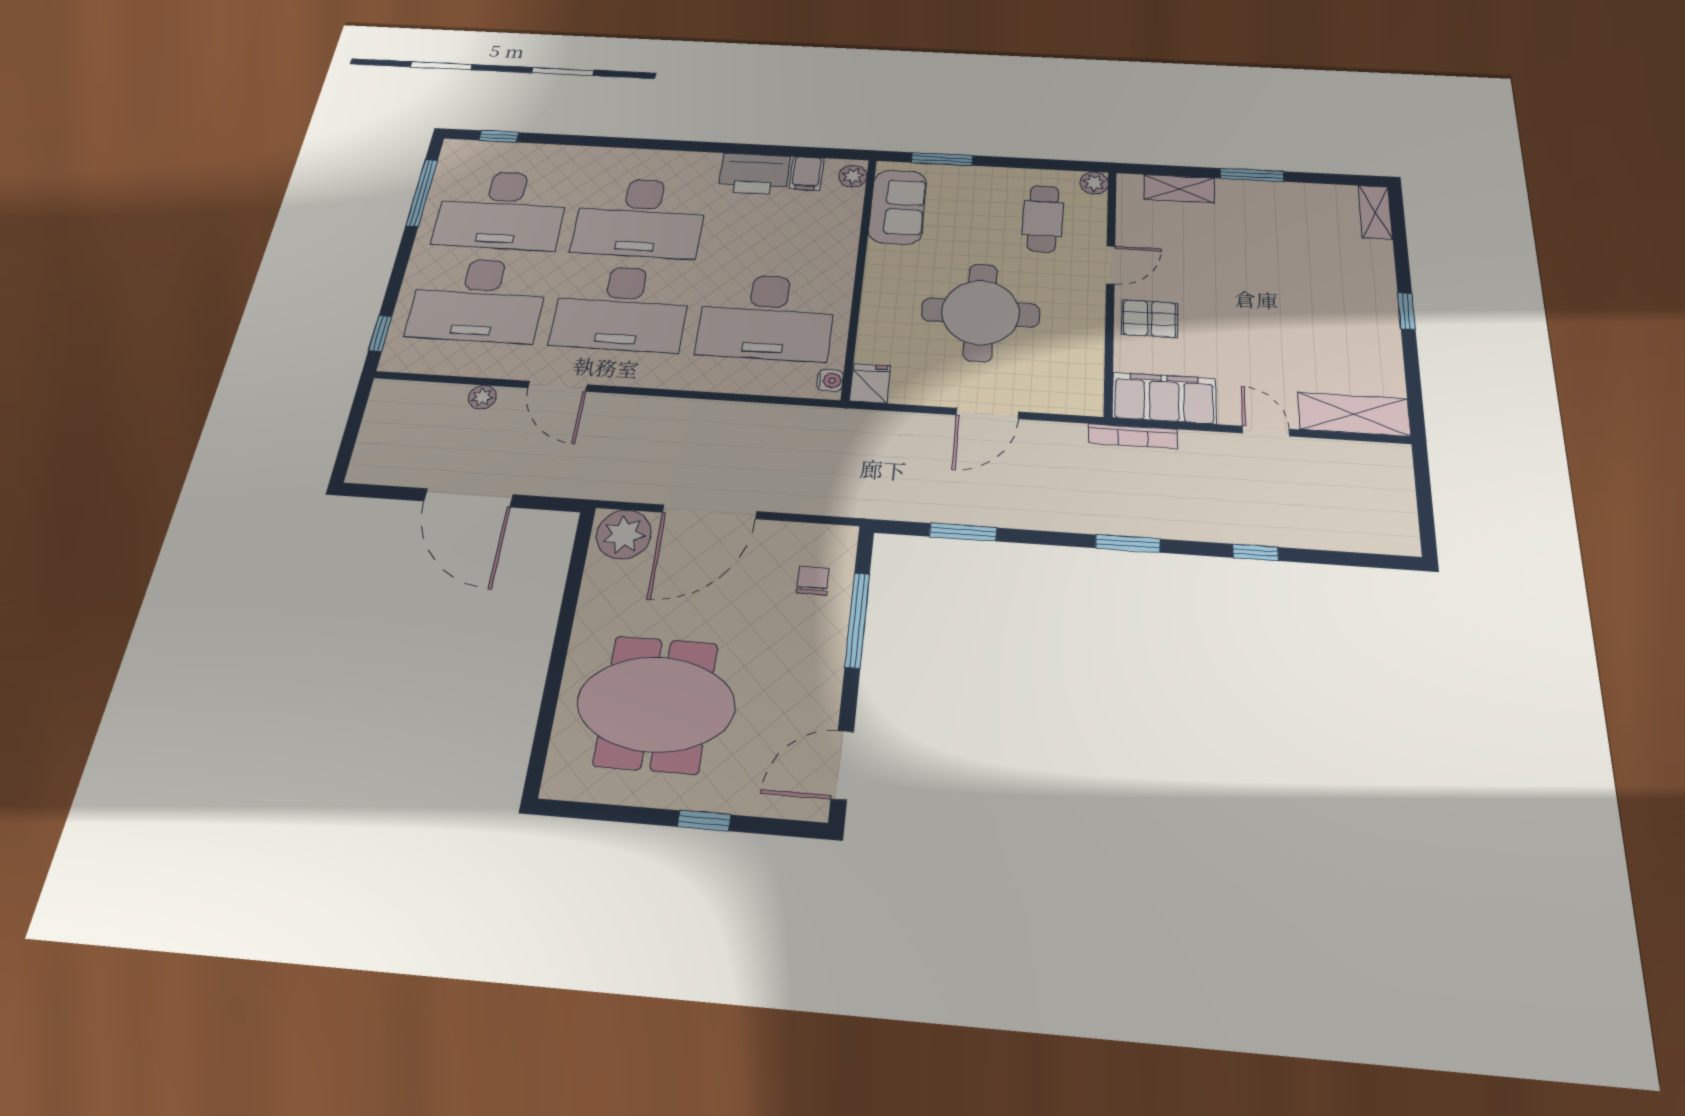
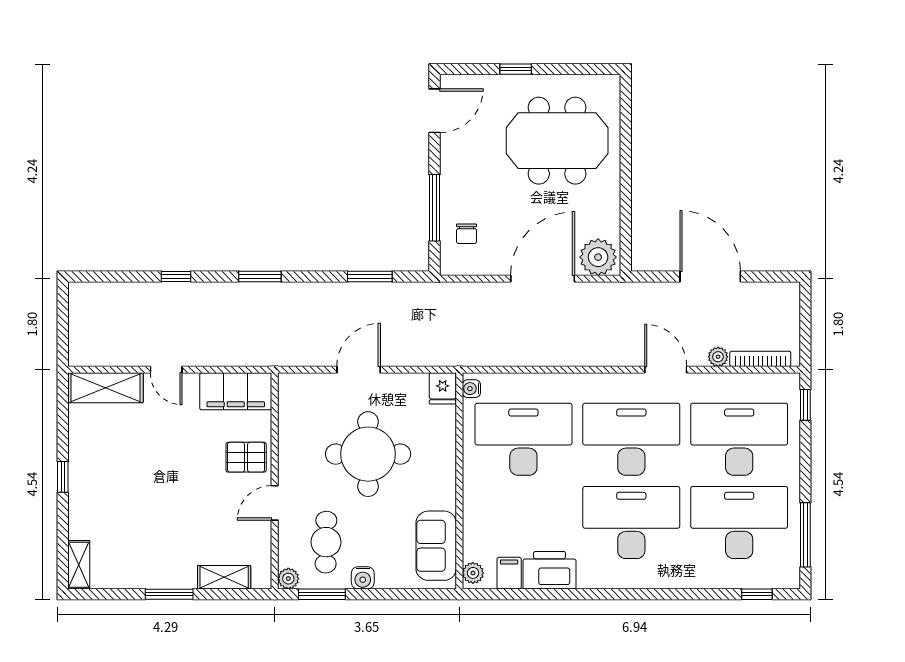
window: (942, 159) -> (322, 594), moved
water cooler: (997, 179) -> (363, 578), added
bookcase: (1133, 436) -> (760, 359), moved

